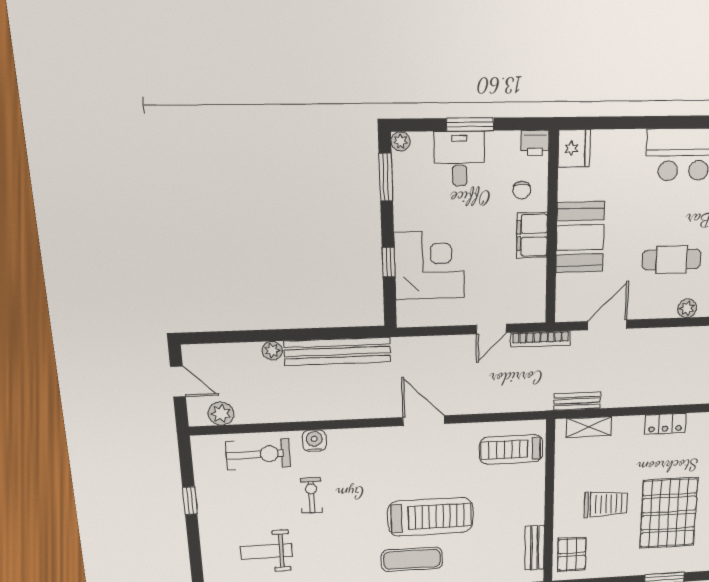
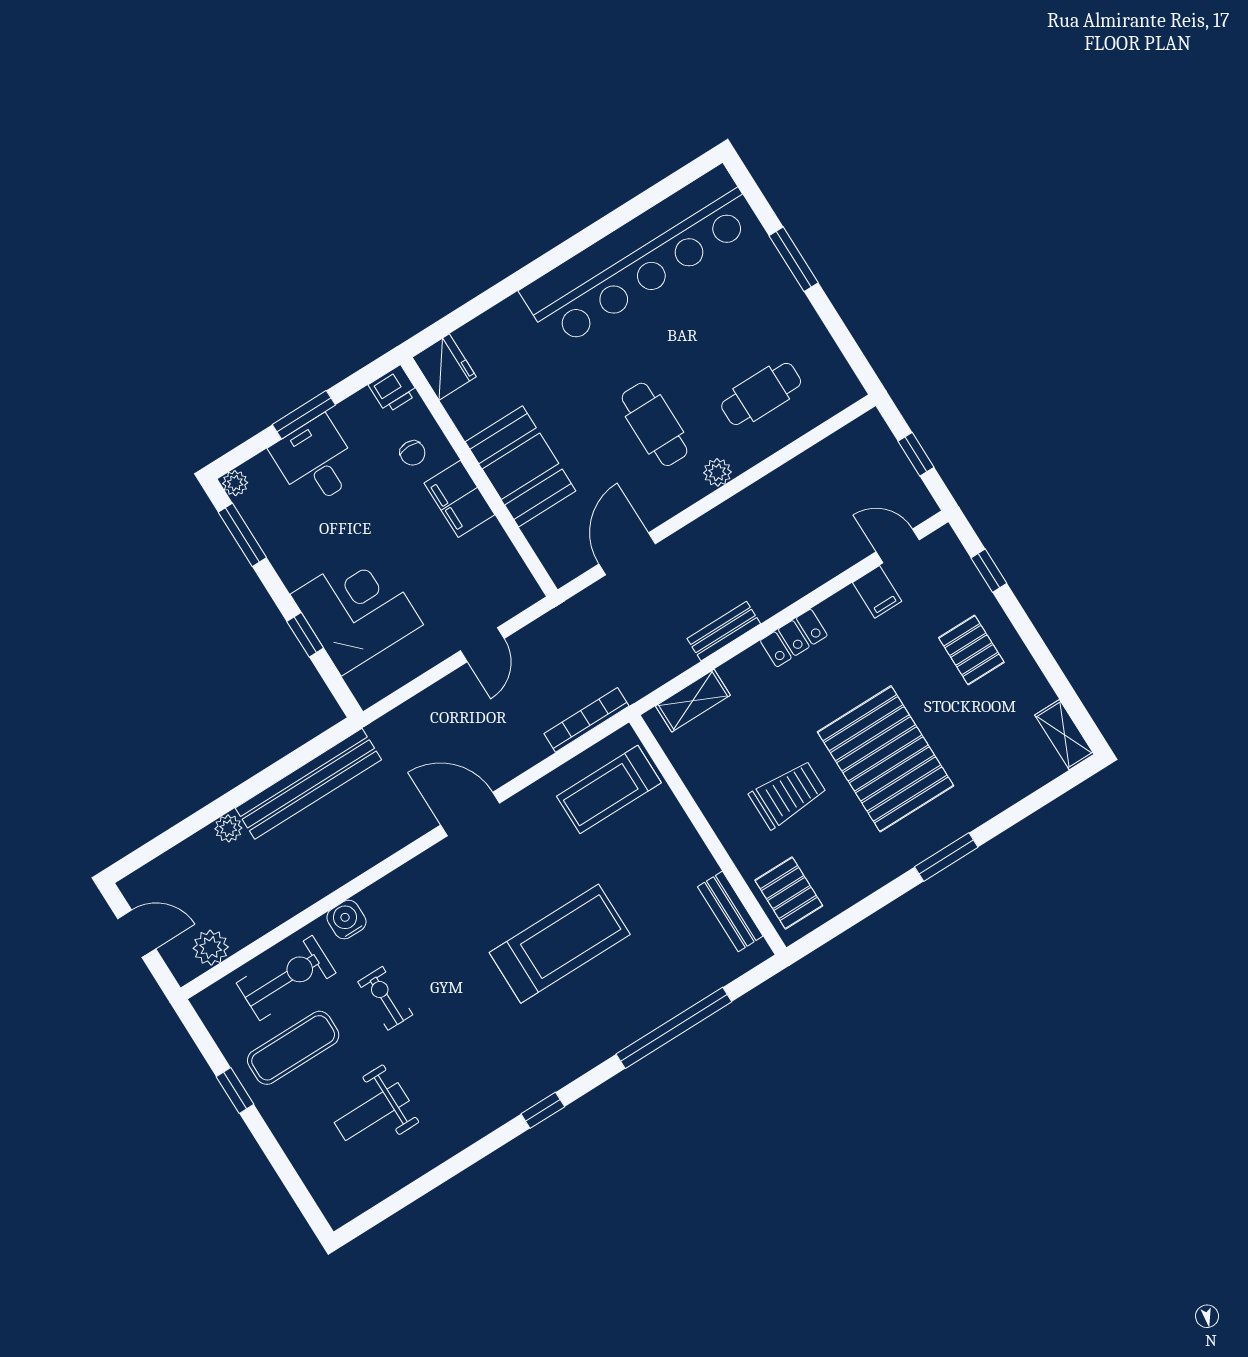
cafe table: (672, 260) -> (655, 424), turned 90
bookcase: (541, 339) -> (586, 720), moved, turned 180
bench: (577, 401) -> (724, 631), moved
exercise mat: (412, 559) -> (293, 1048), moved

